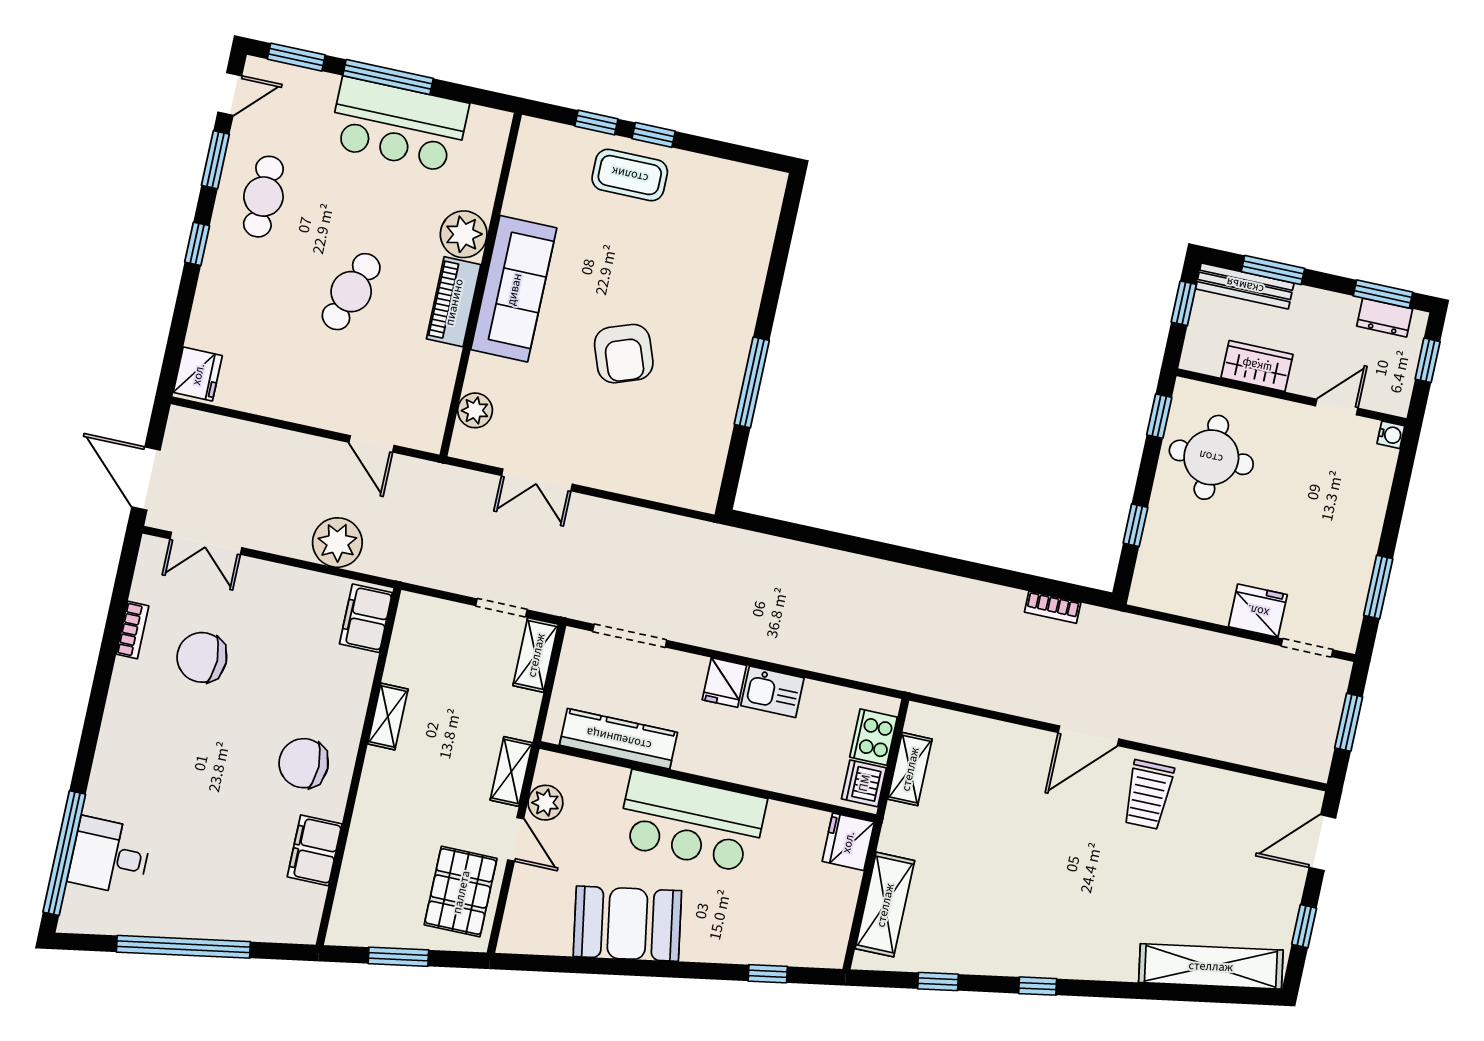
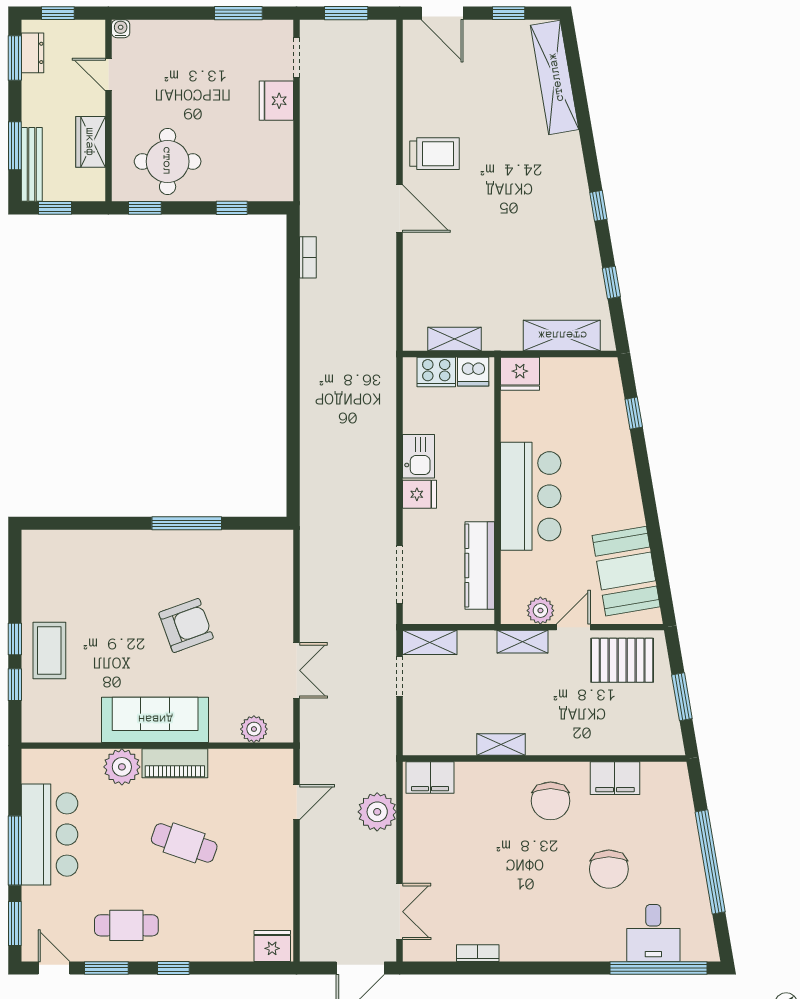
chair: (202, 657) -> (609, 869), moved
booth: (627, 924) -> (626, 571), moved

